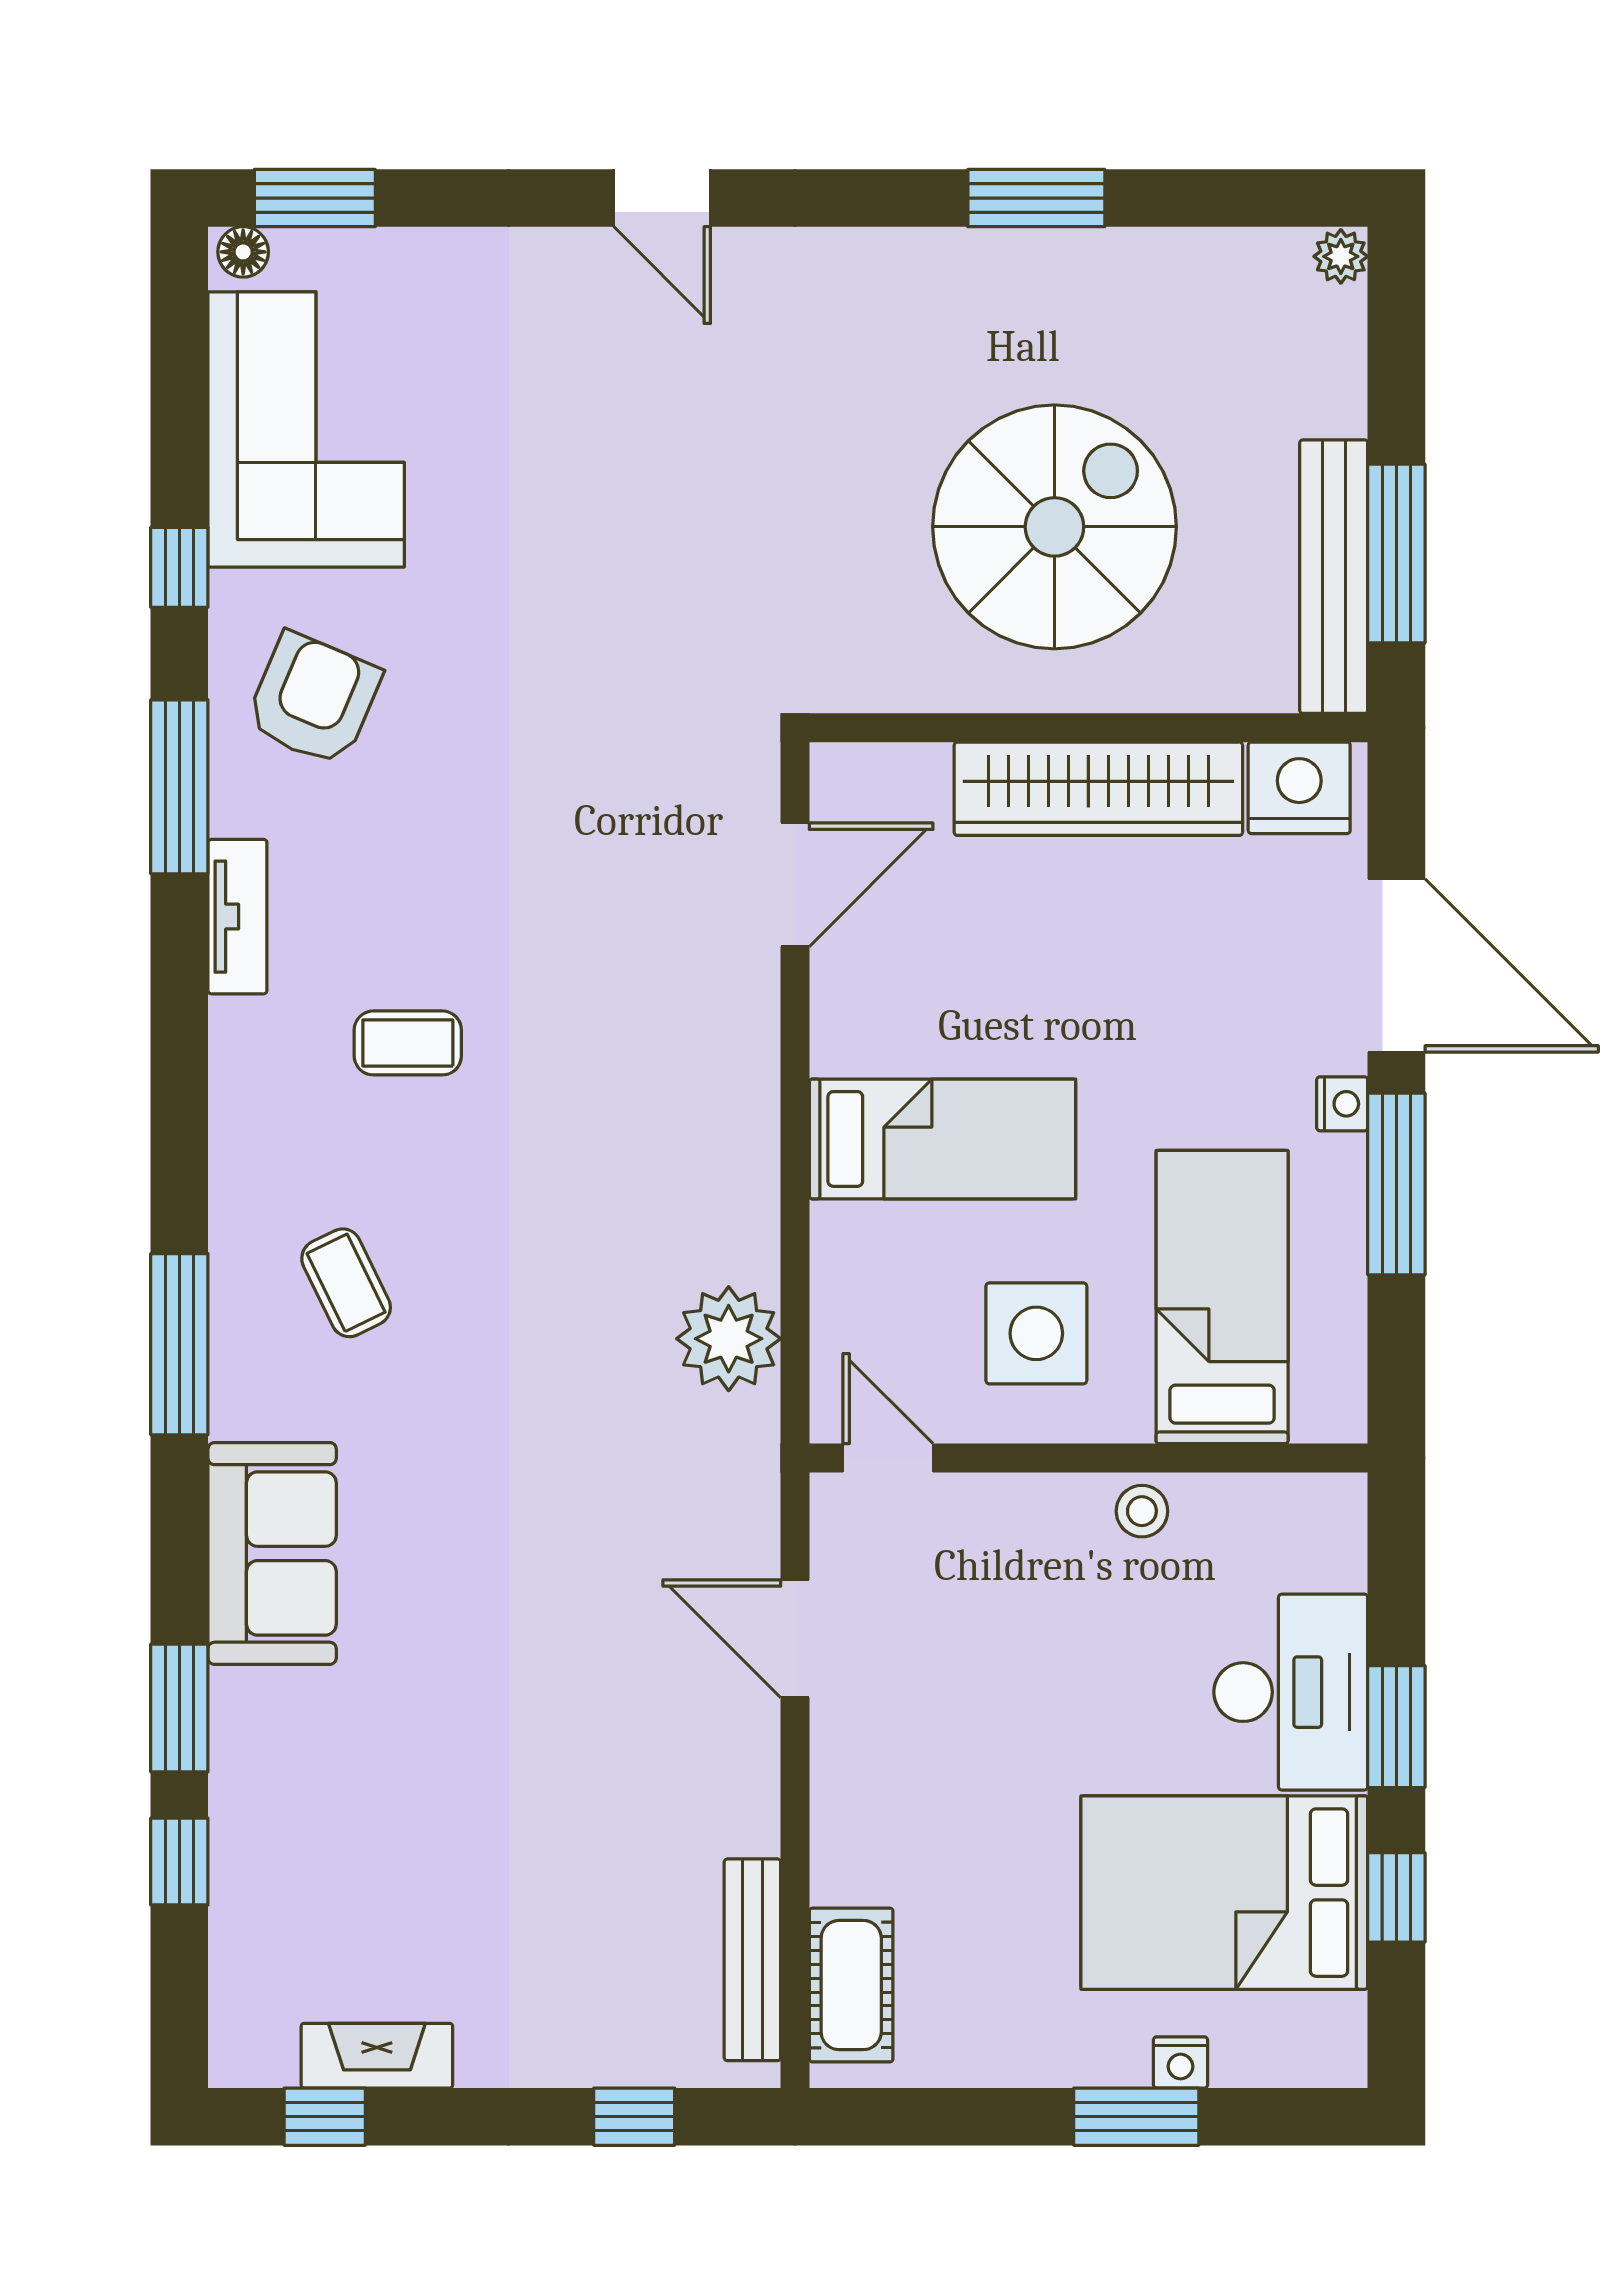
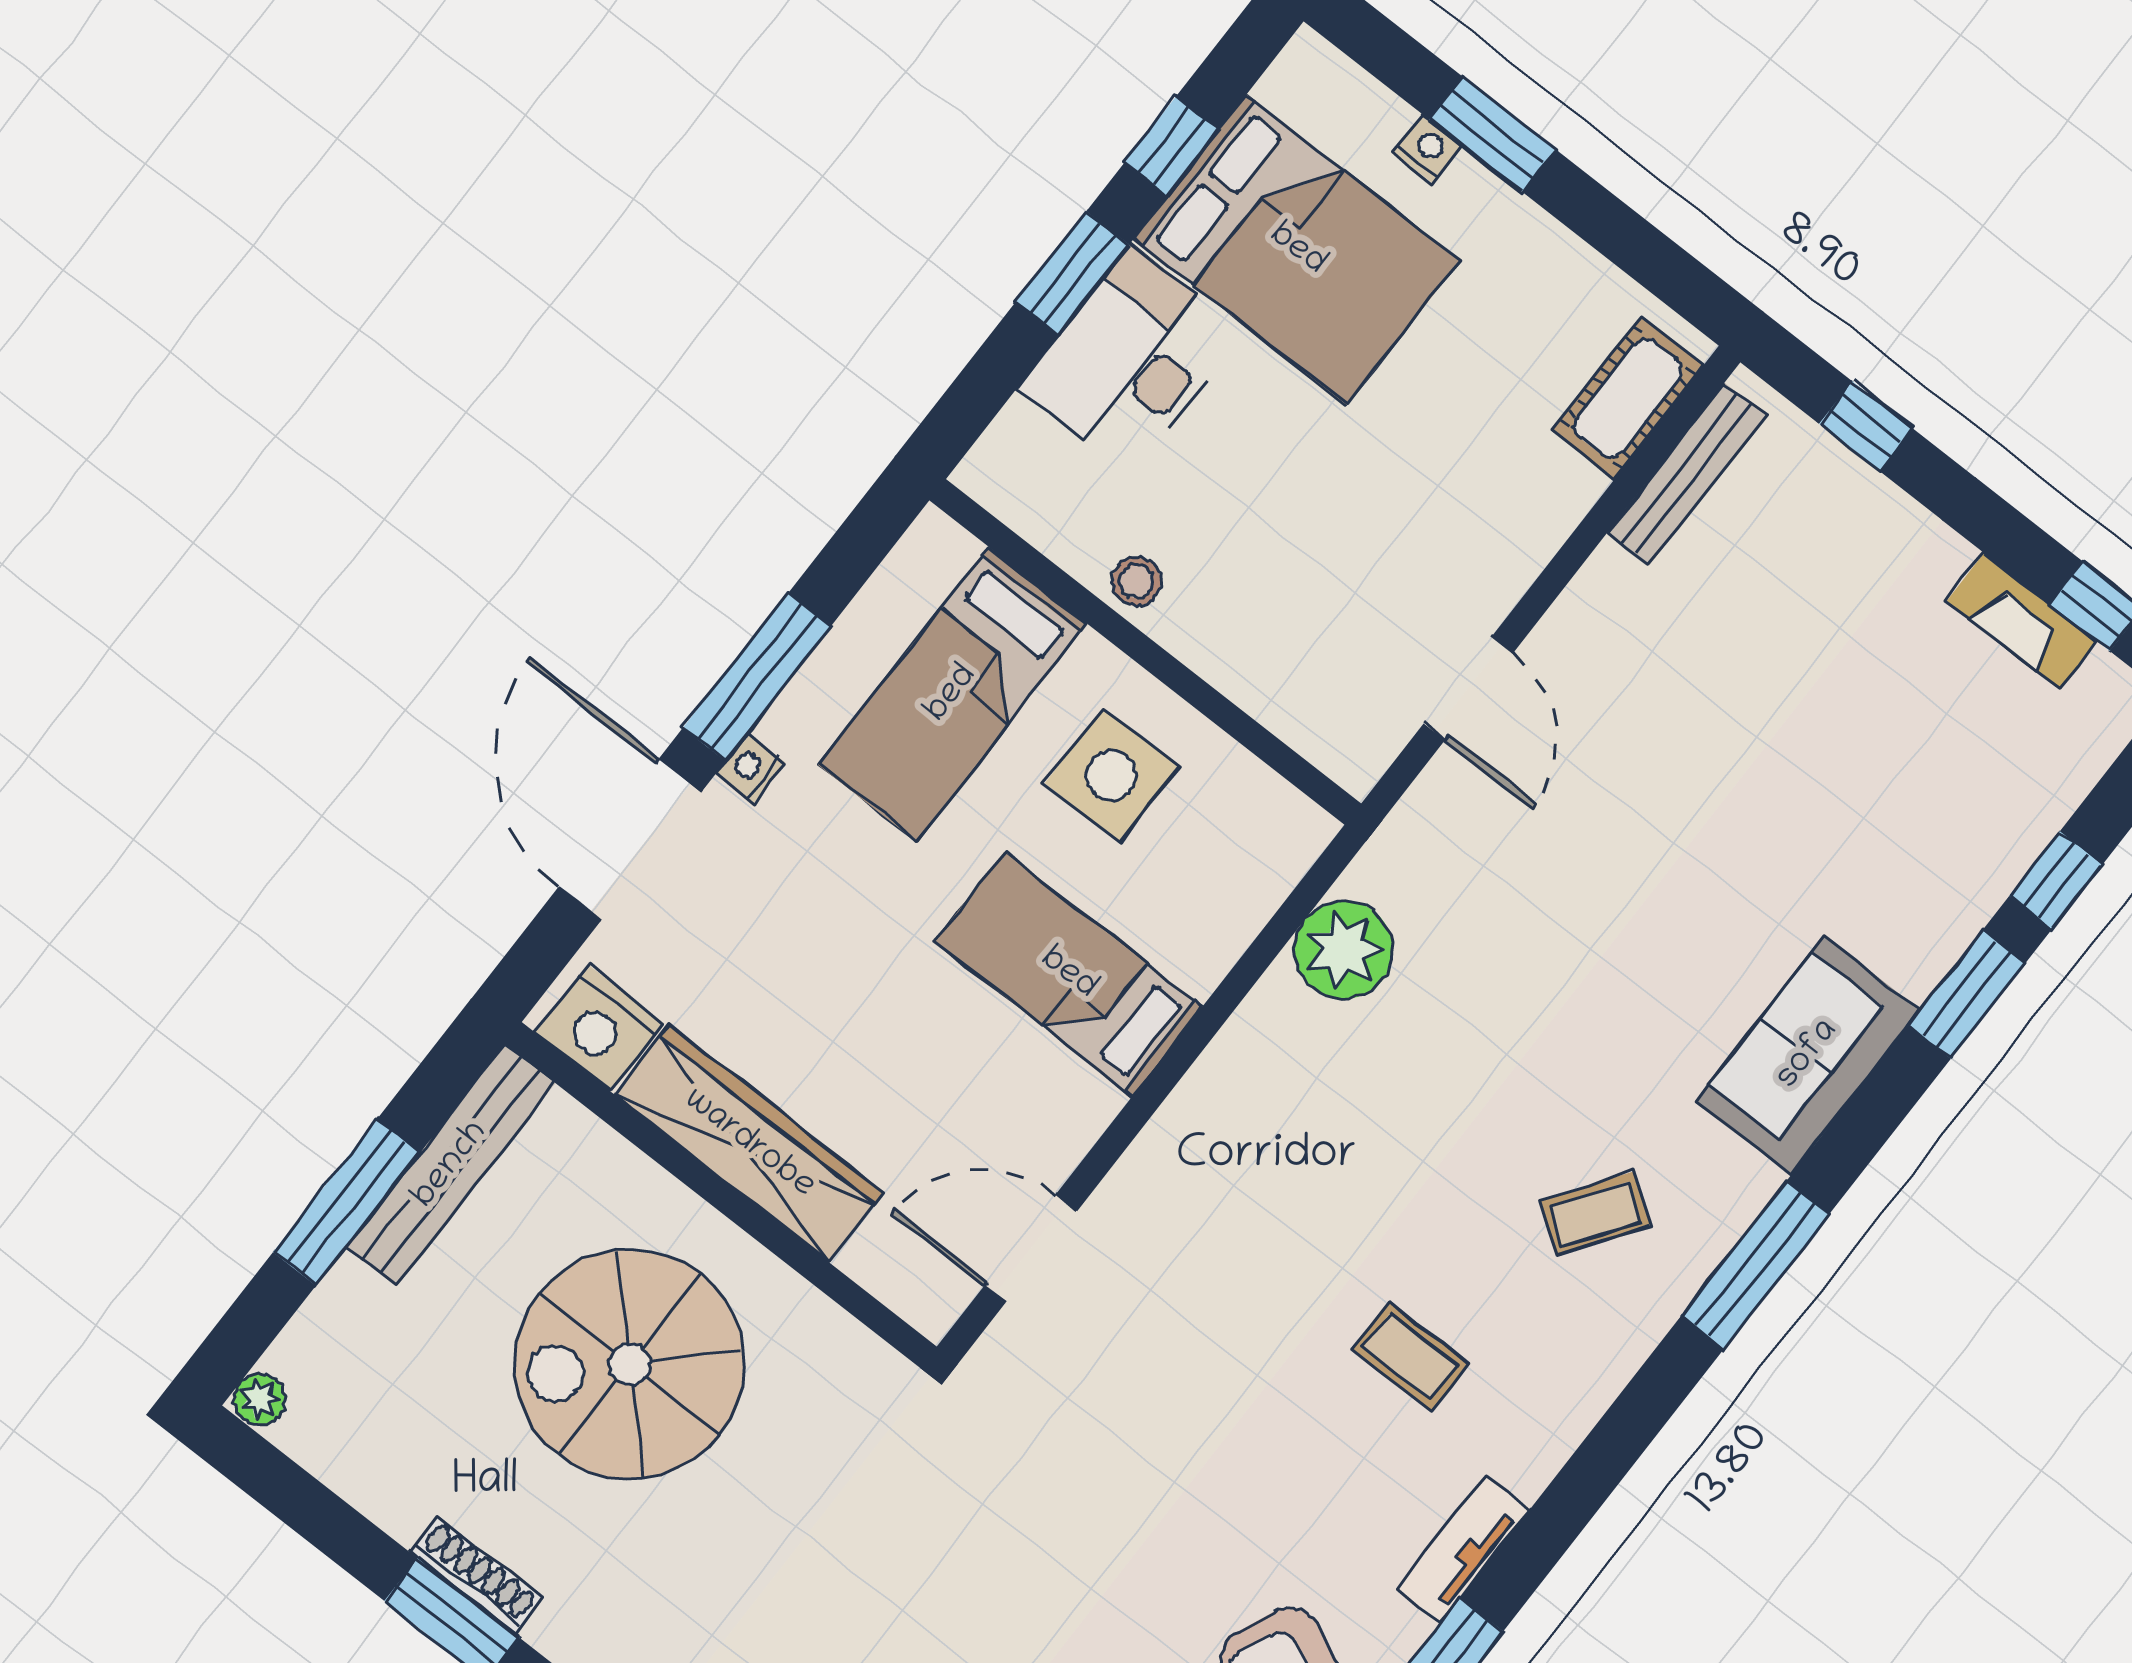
shoe rack: (1045, 251) -> (476, 1575), added
window: (1396, 554) -> (346, 1202), moved
coffee table: (346, 1283) -> (1596, 1214), turned 61
door: (888, 1458) -> (1294, 768), removed

